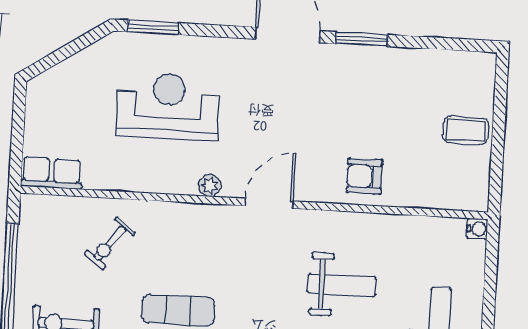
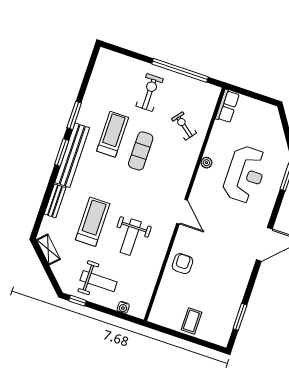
window: (362, 39) -> (240, 317), moved
plant: (210, 186) -> (206, 163), moved
water cooler: (477, 229) -> (123, 307), moved

